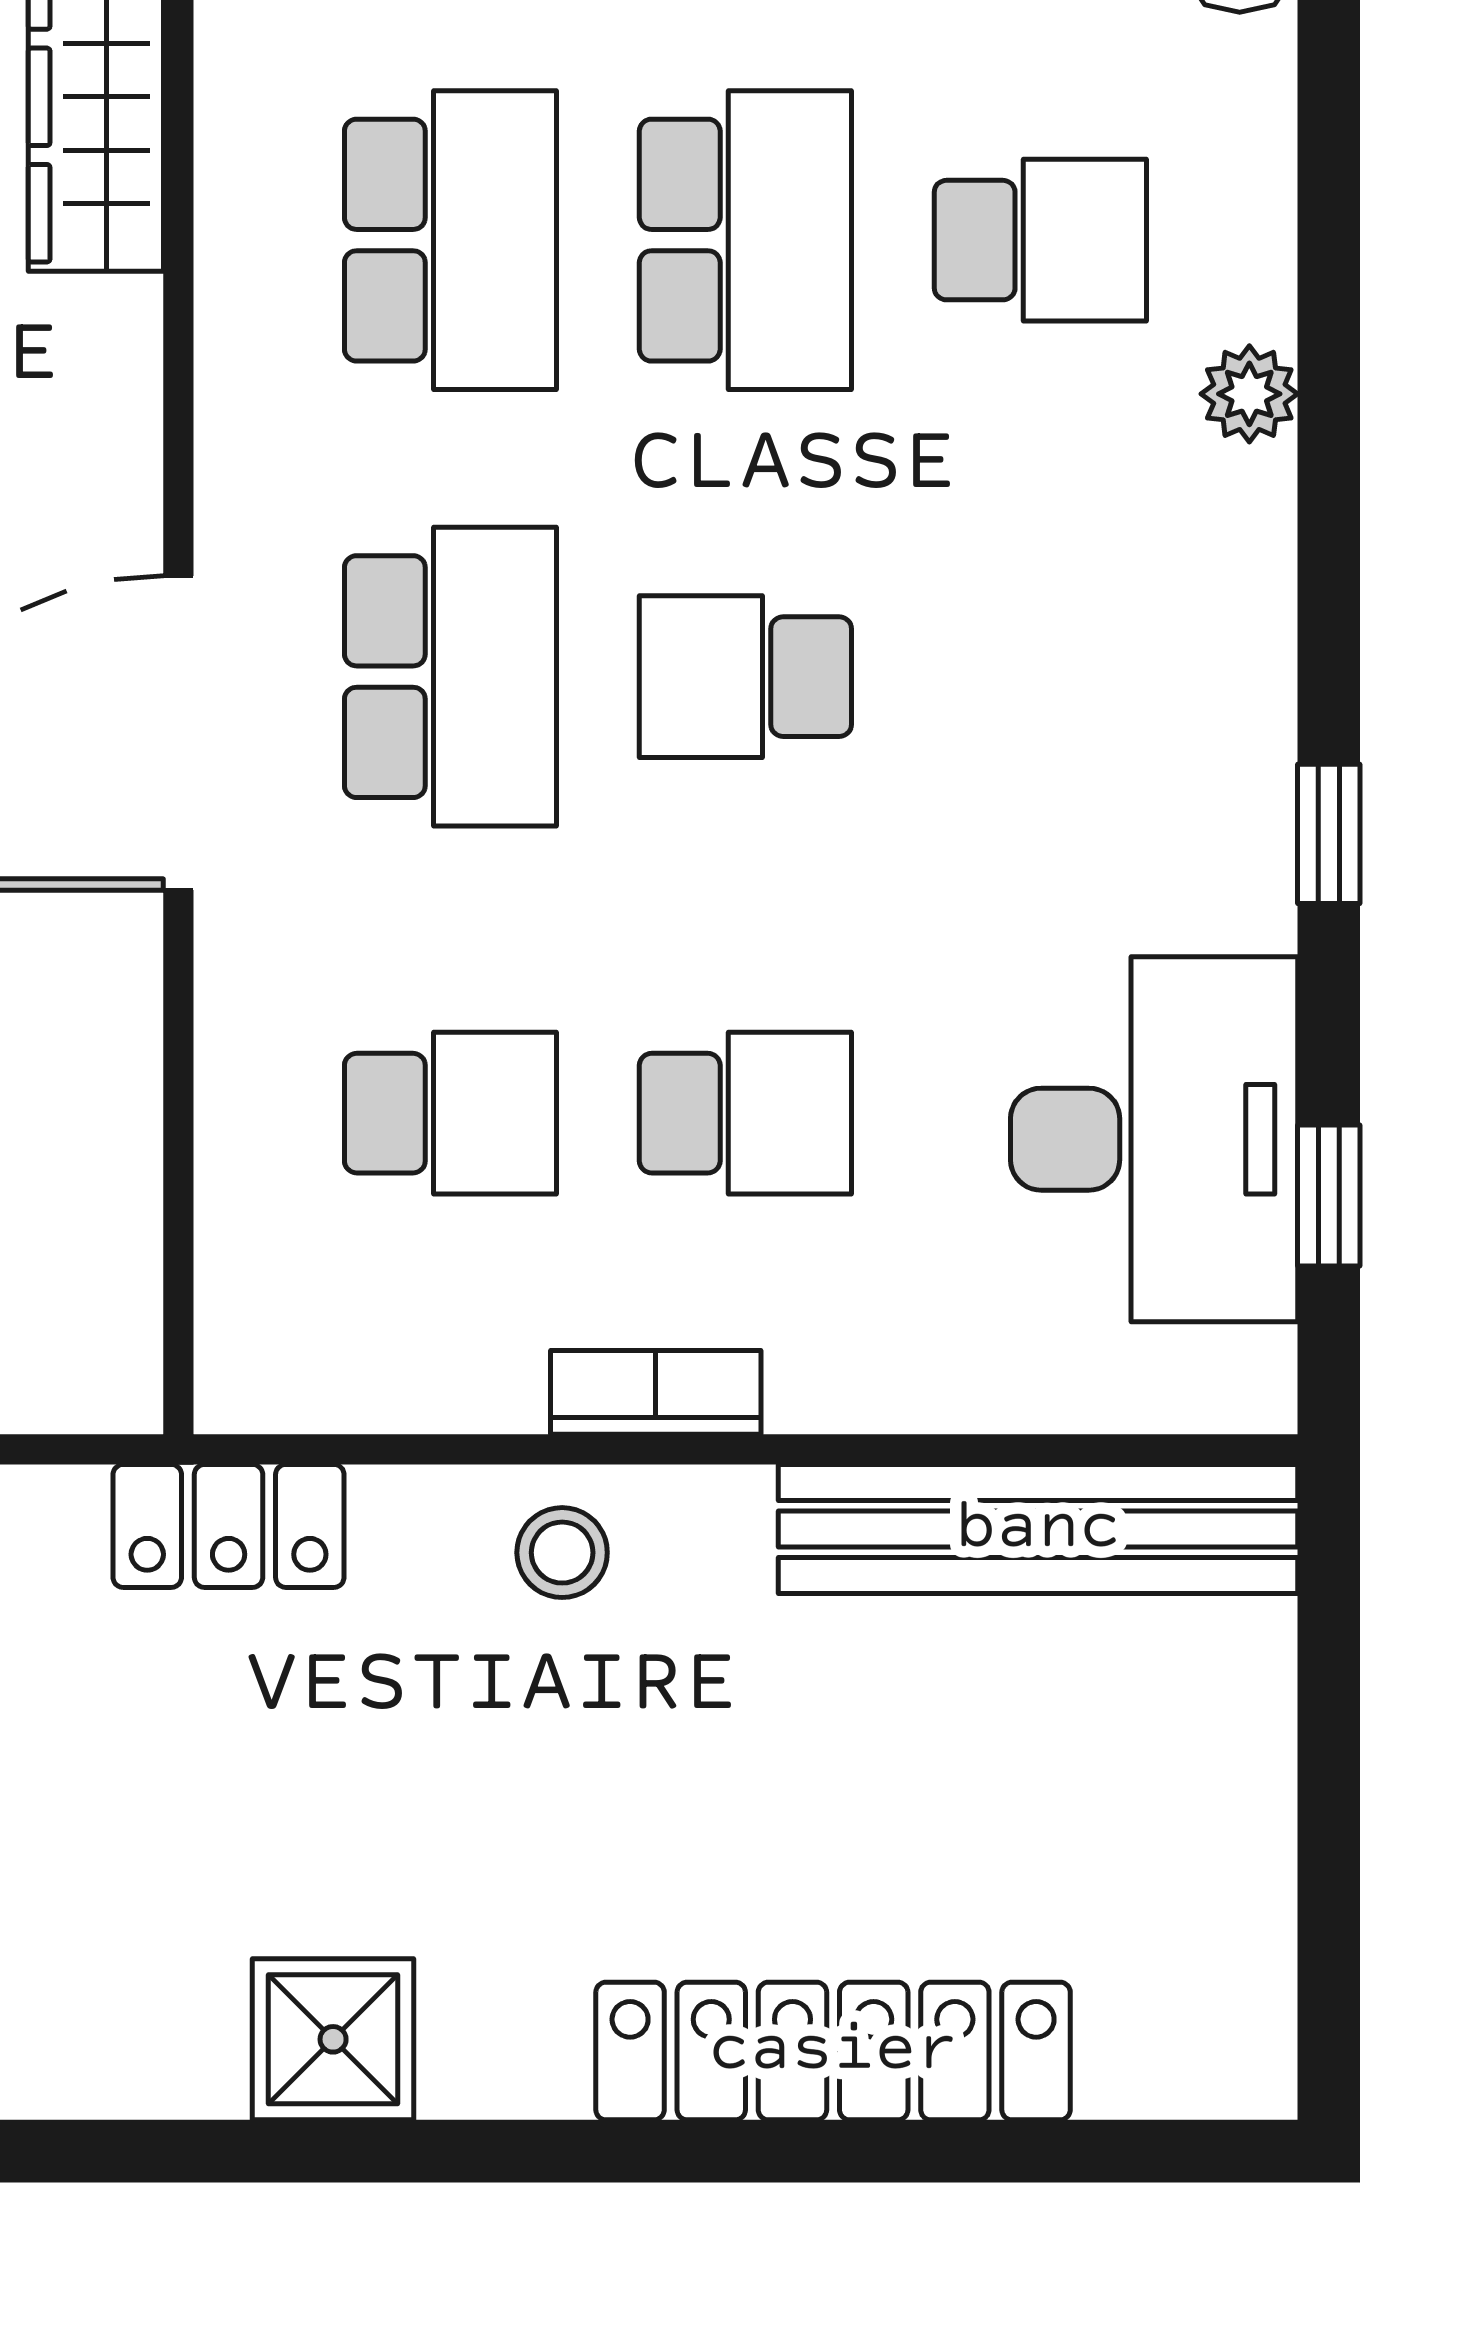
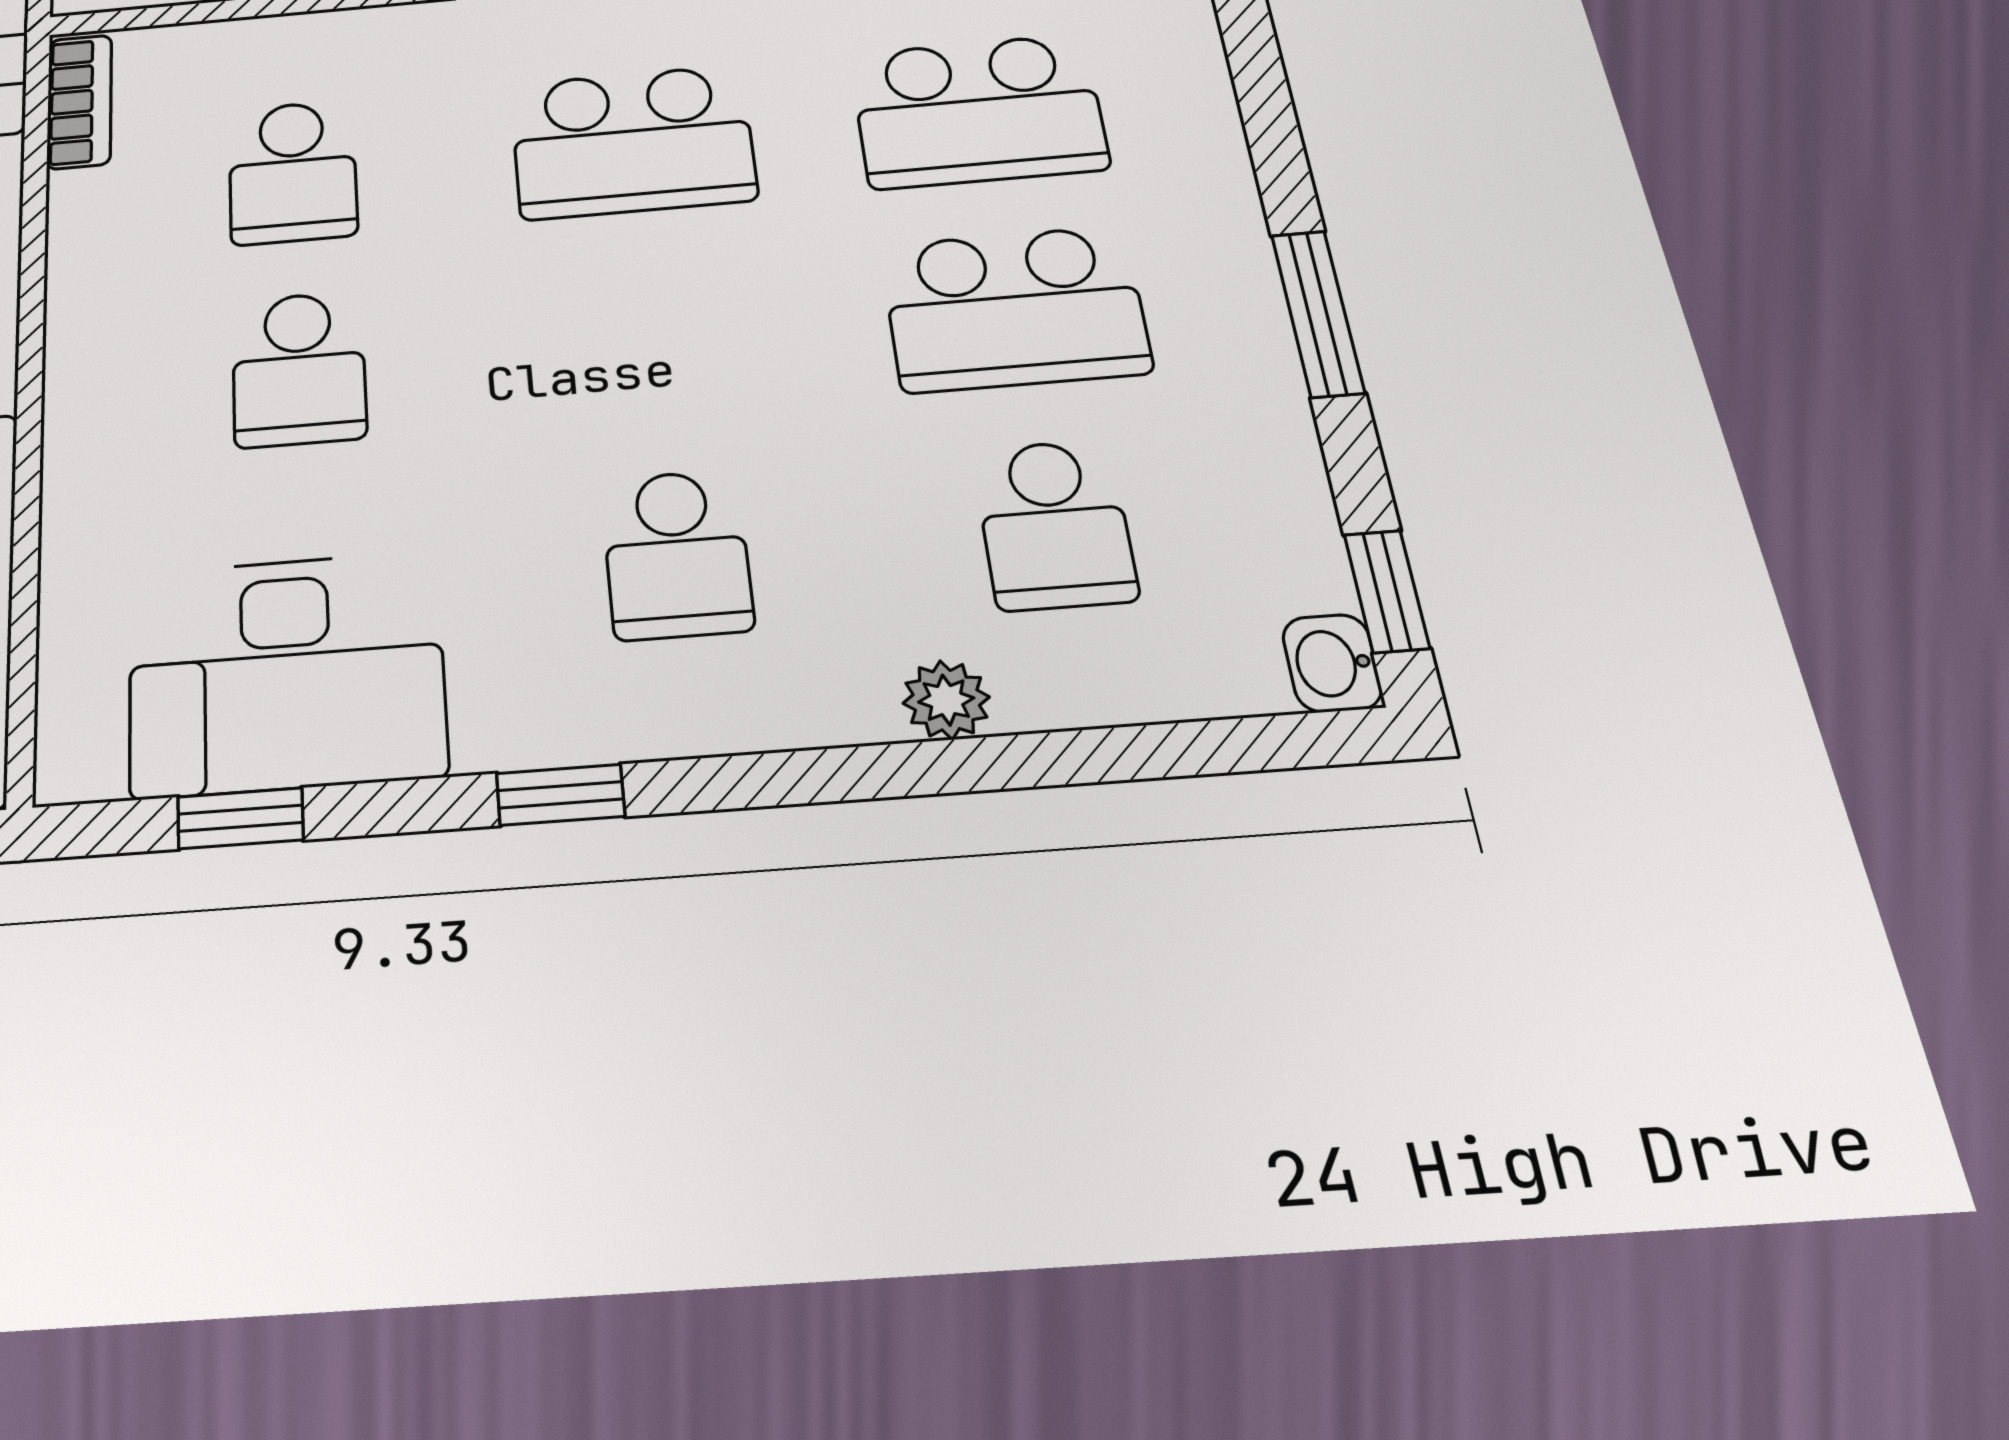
school desk: (745, 677) -> (676, 554), moved, turned 180
bookcase: (656, 1392) -> (79, 102), moved

